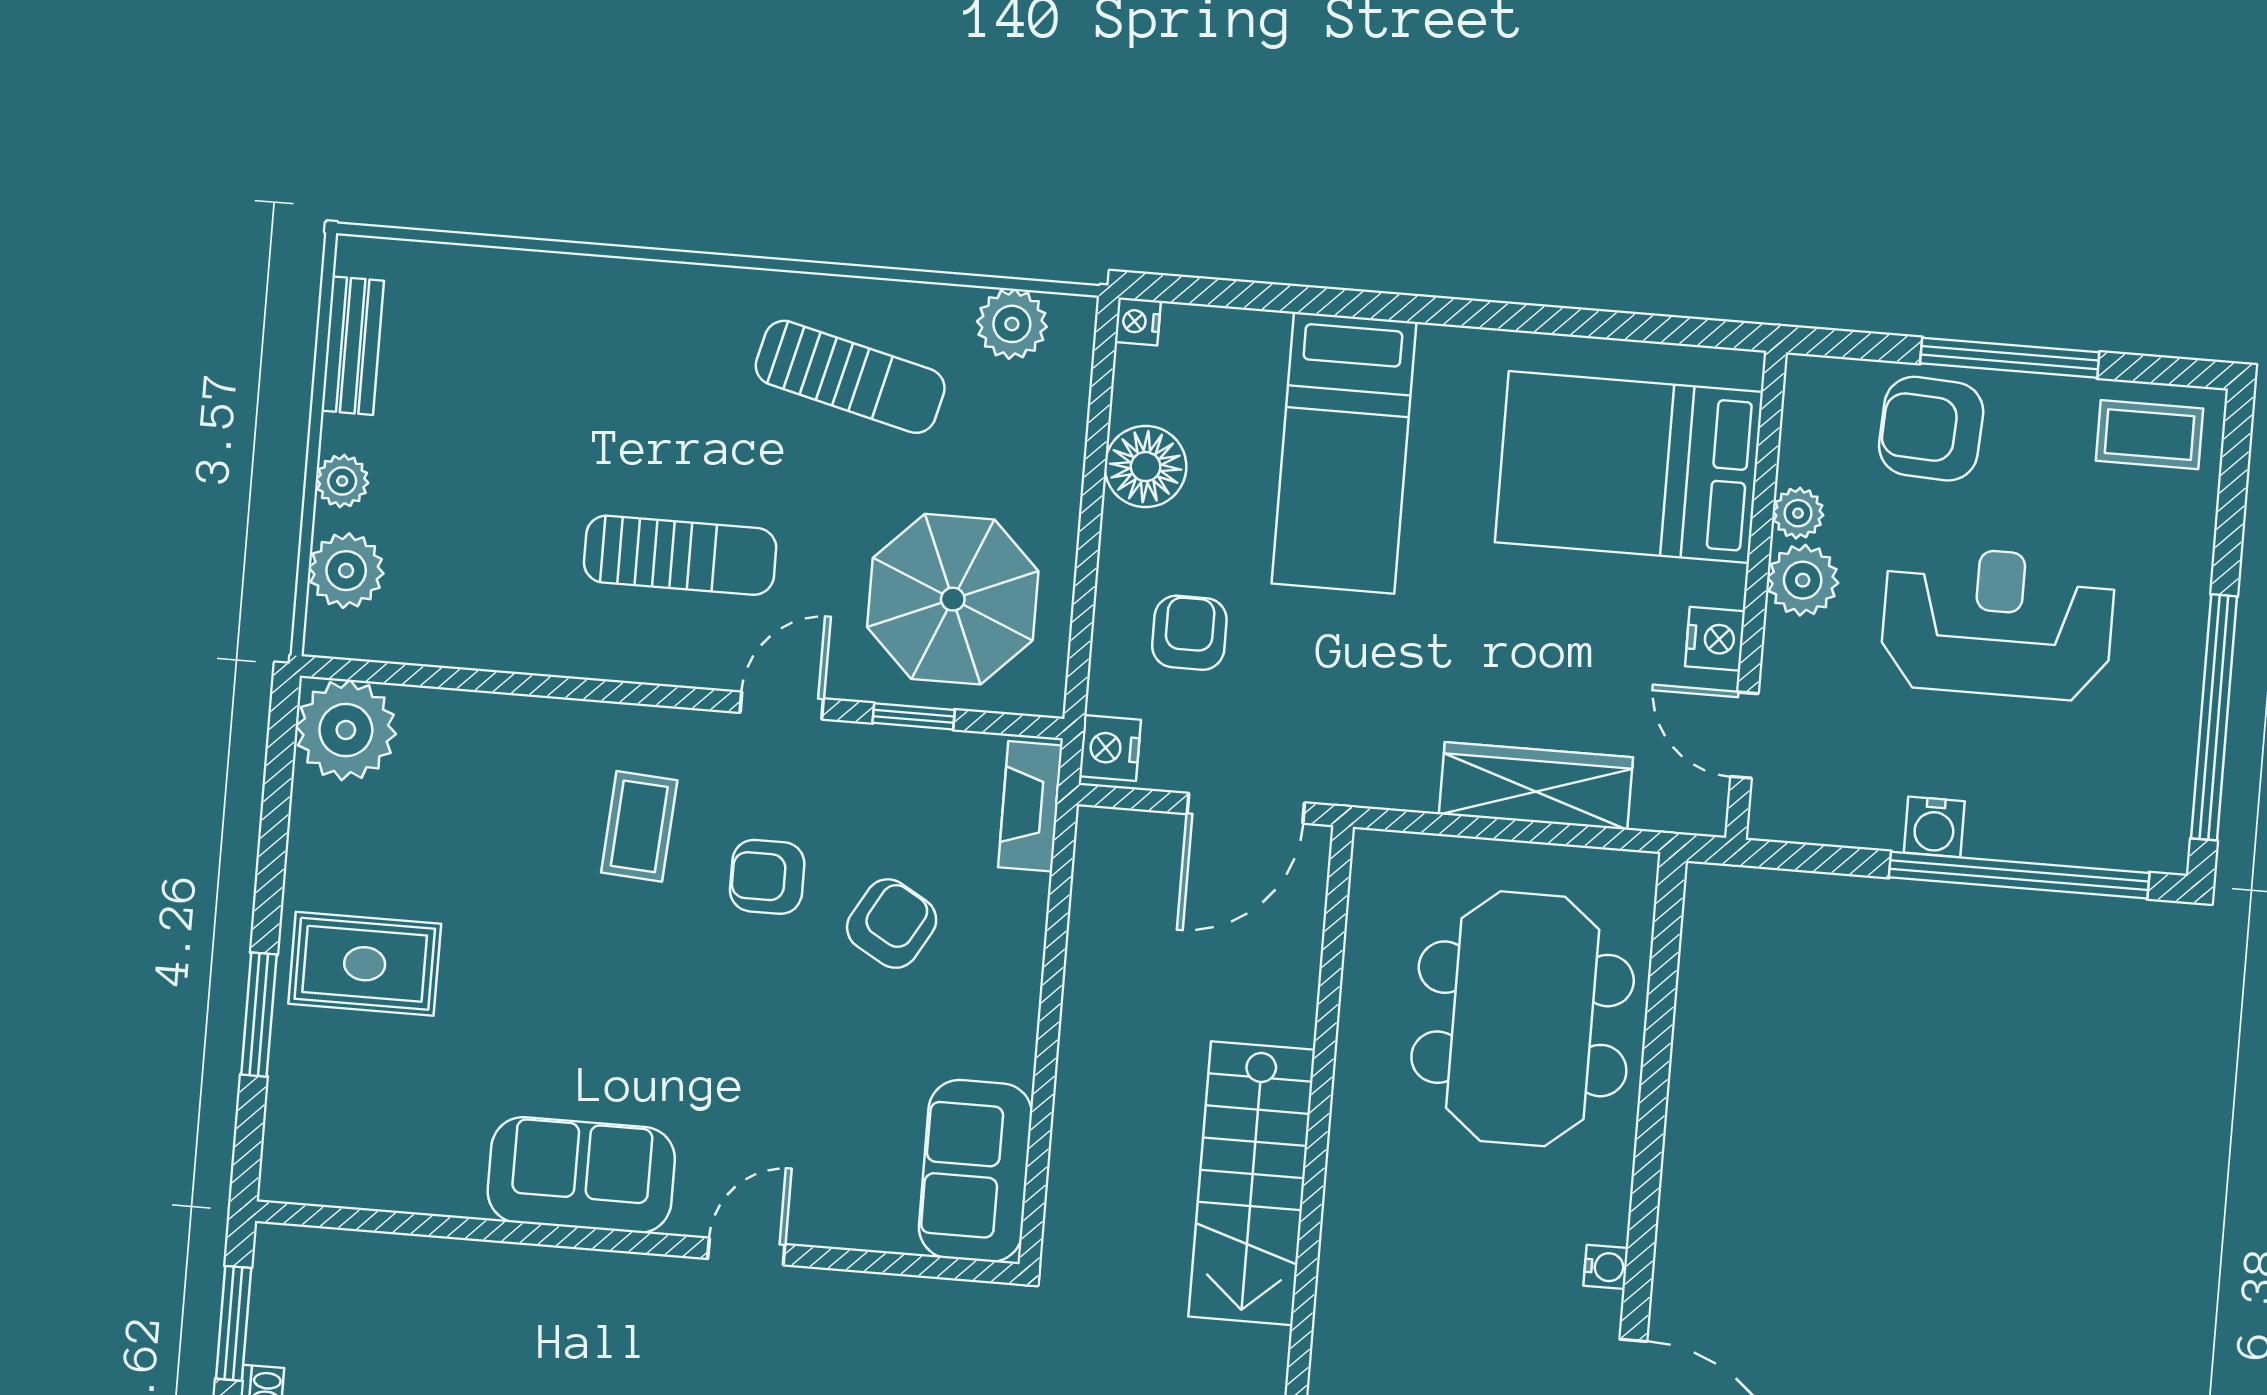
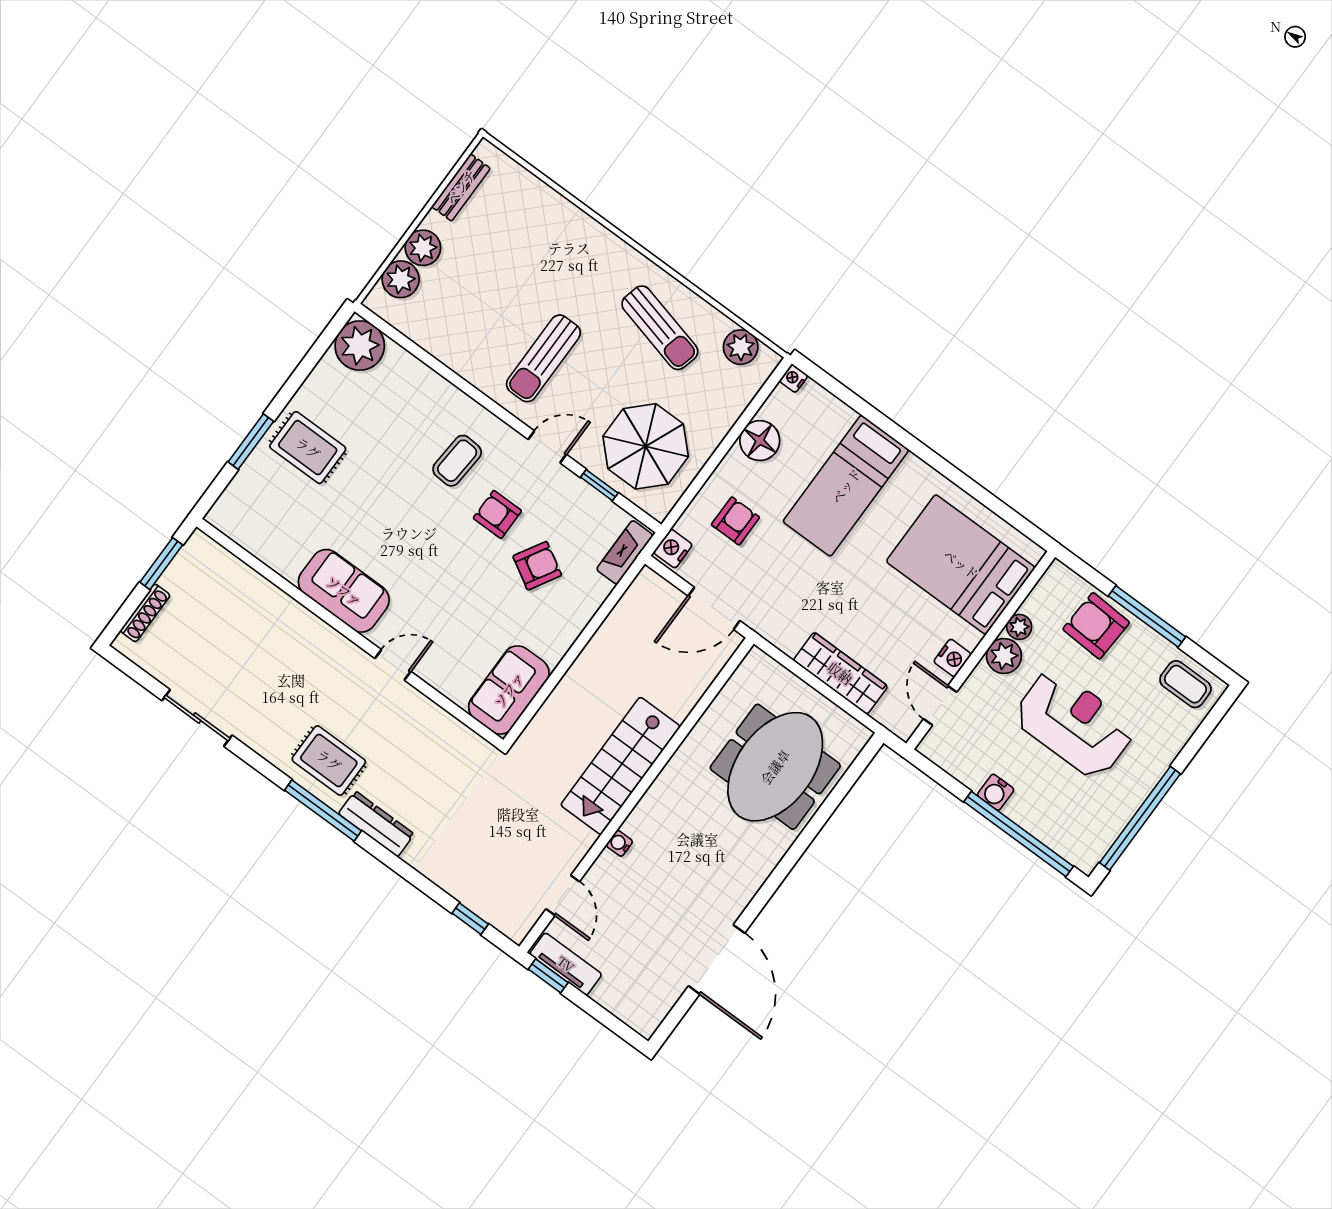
plant: (342, 481) -> (423, 248), width x1.38, depth x1.38
sun lounger: (680, 555) -> (543, 358), turned 90
water cooler: (1606, 1267) -> (619, 843), moved, turned 180

